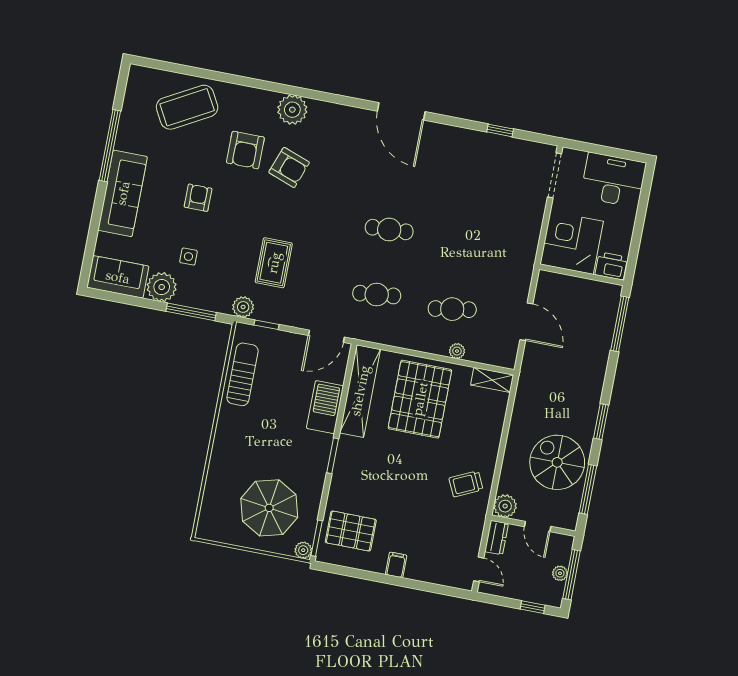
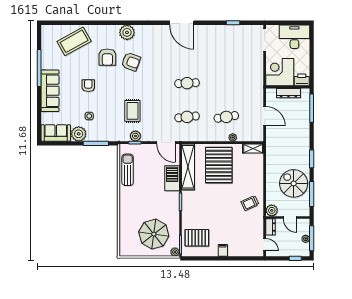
dresser: (581, 286) -> (288, 93), added
plant: (243, 307) -> (135, 136), moved
door: (326, 336) -> (166, 143), hinge flipped

